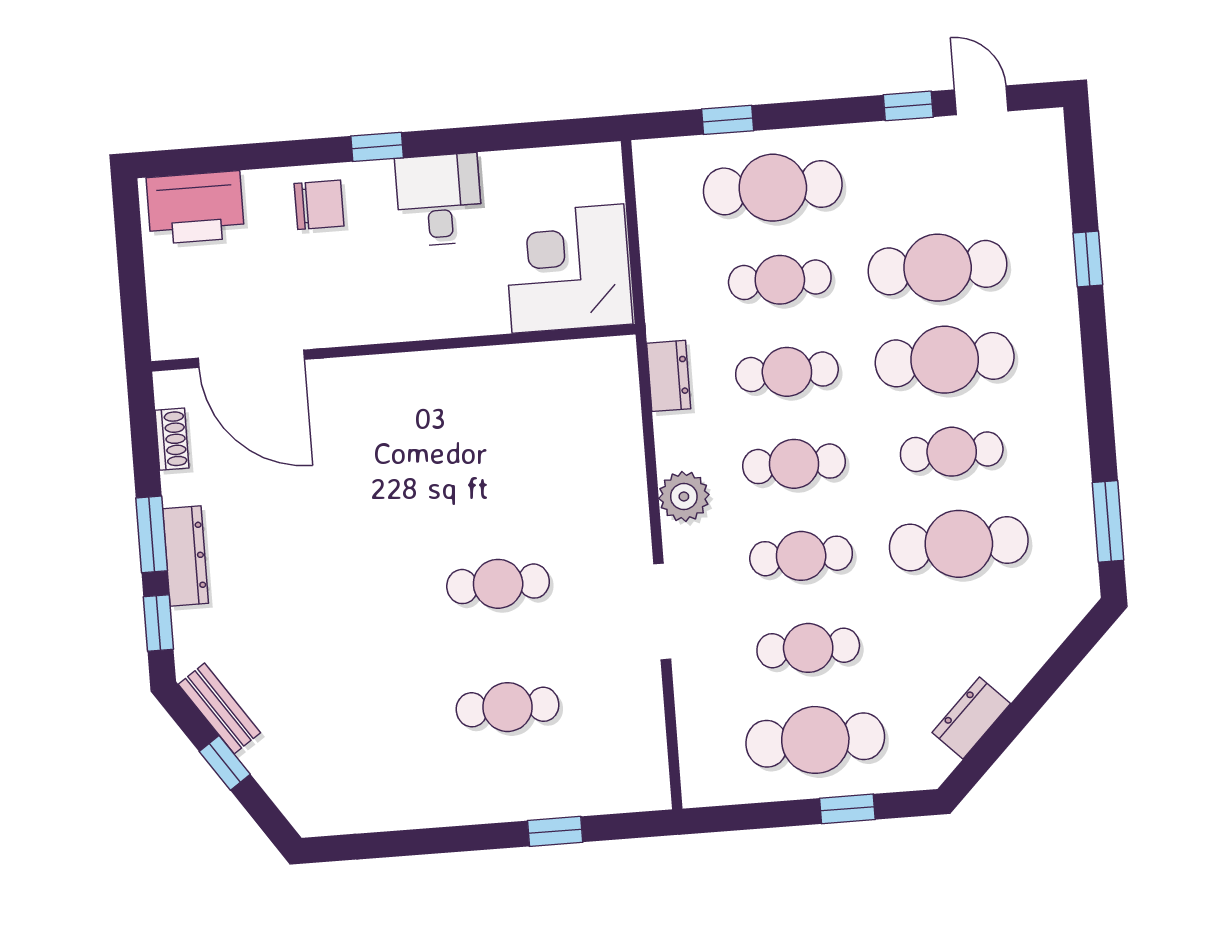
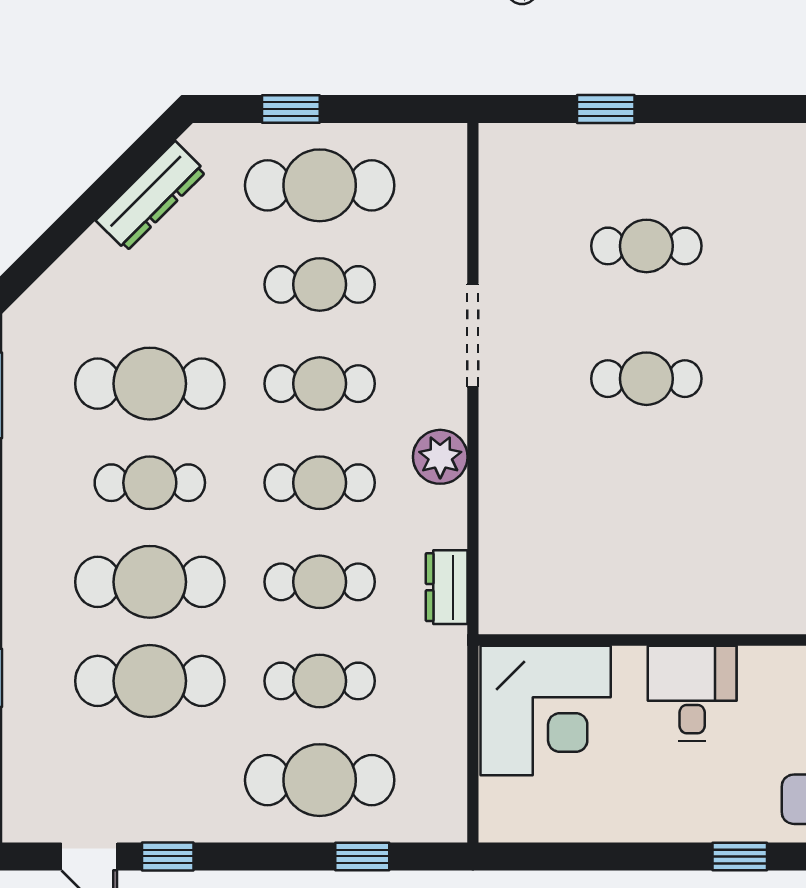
desk: (439, 200) -> (692, 693), moved, turned 180
dresser: (971, 718) -> (151, 196), width x1.44

